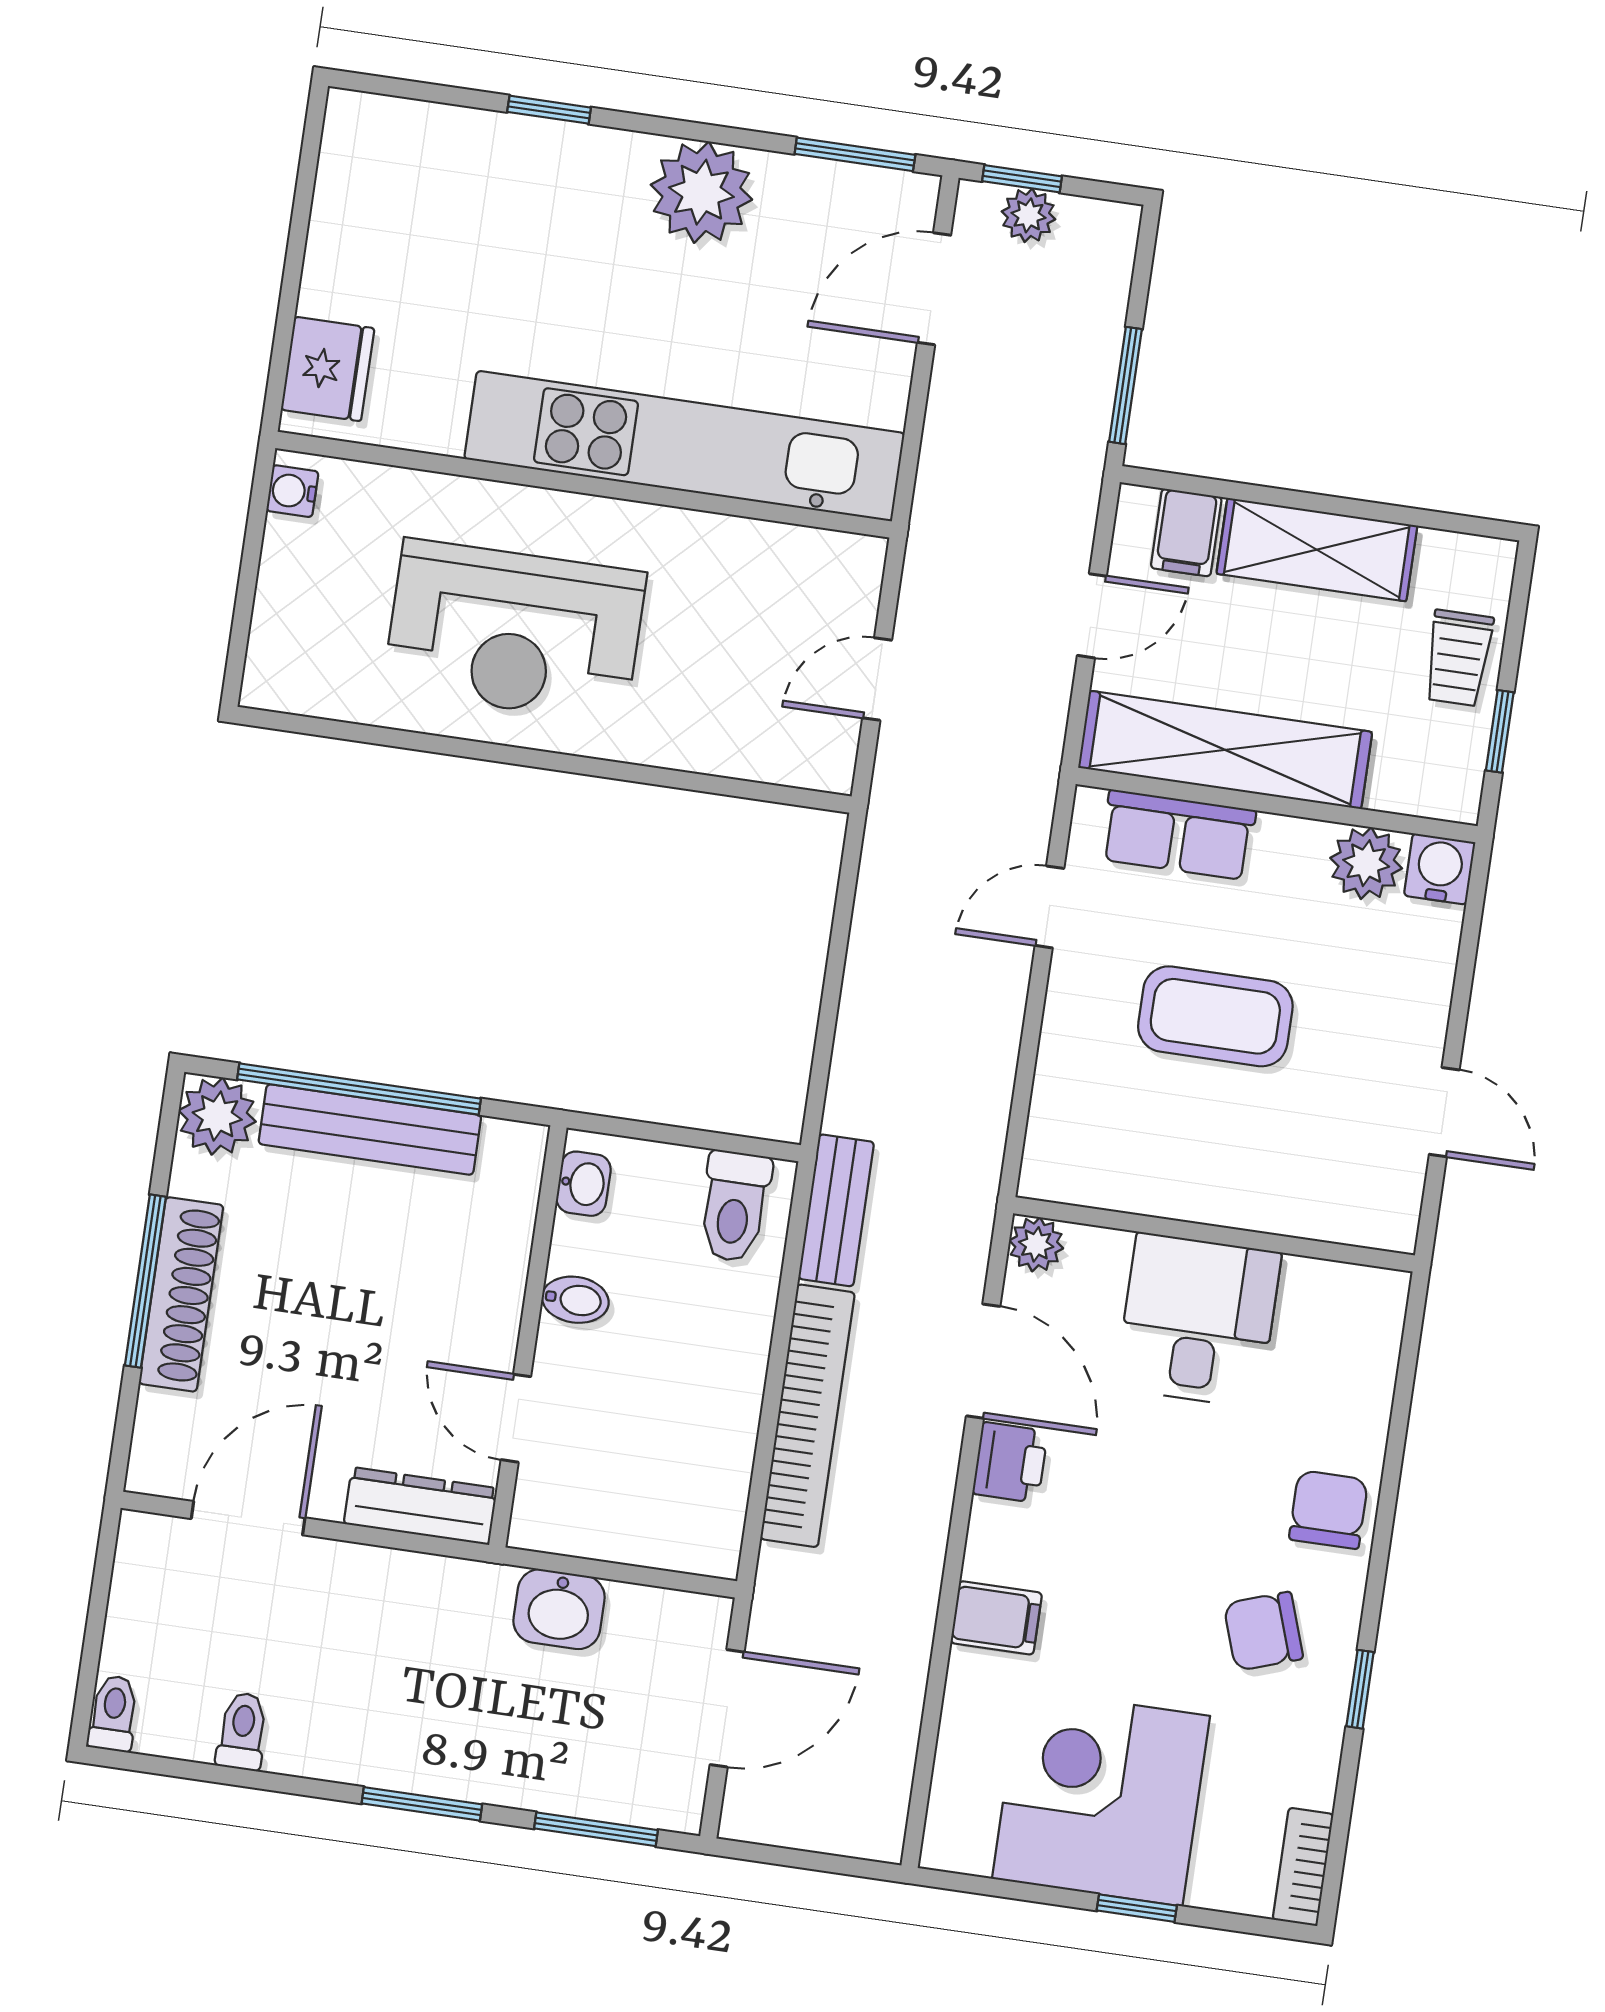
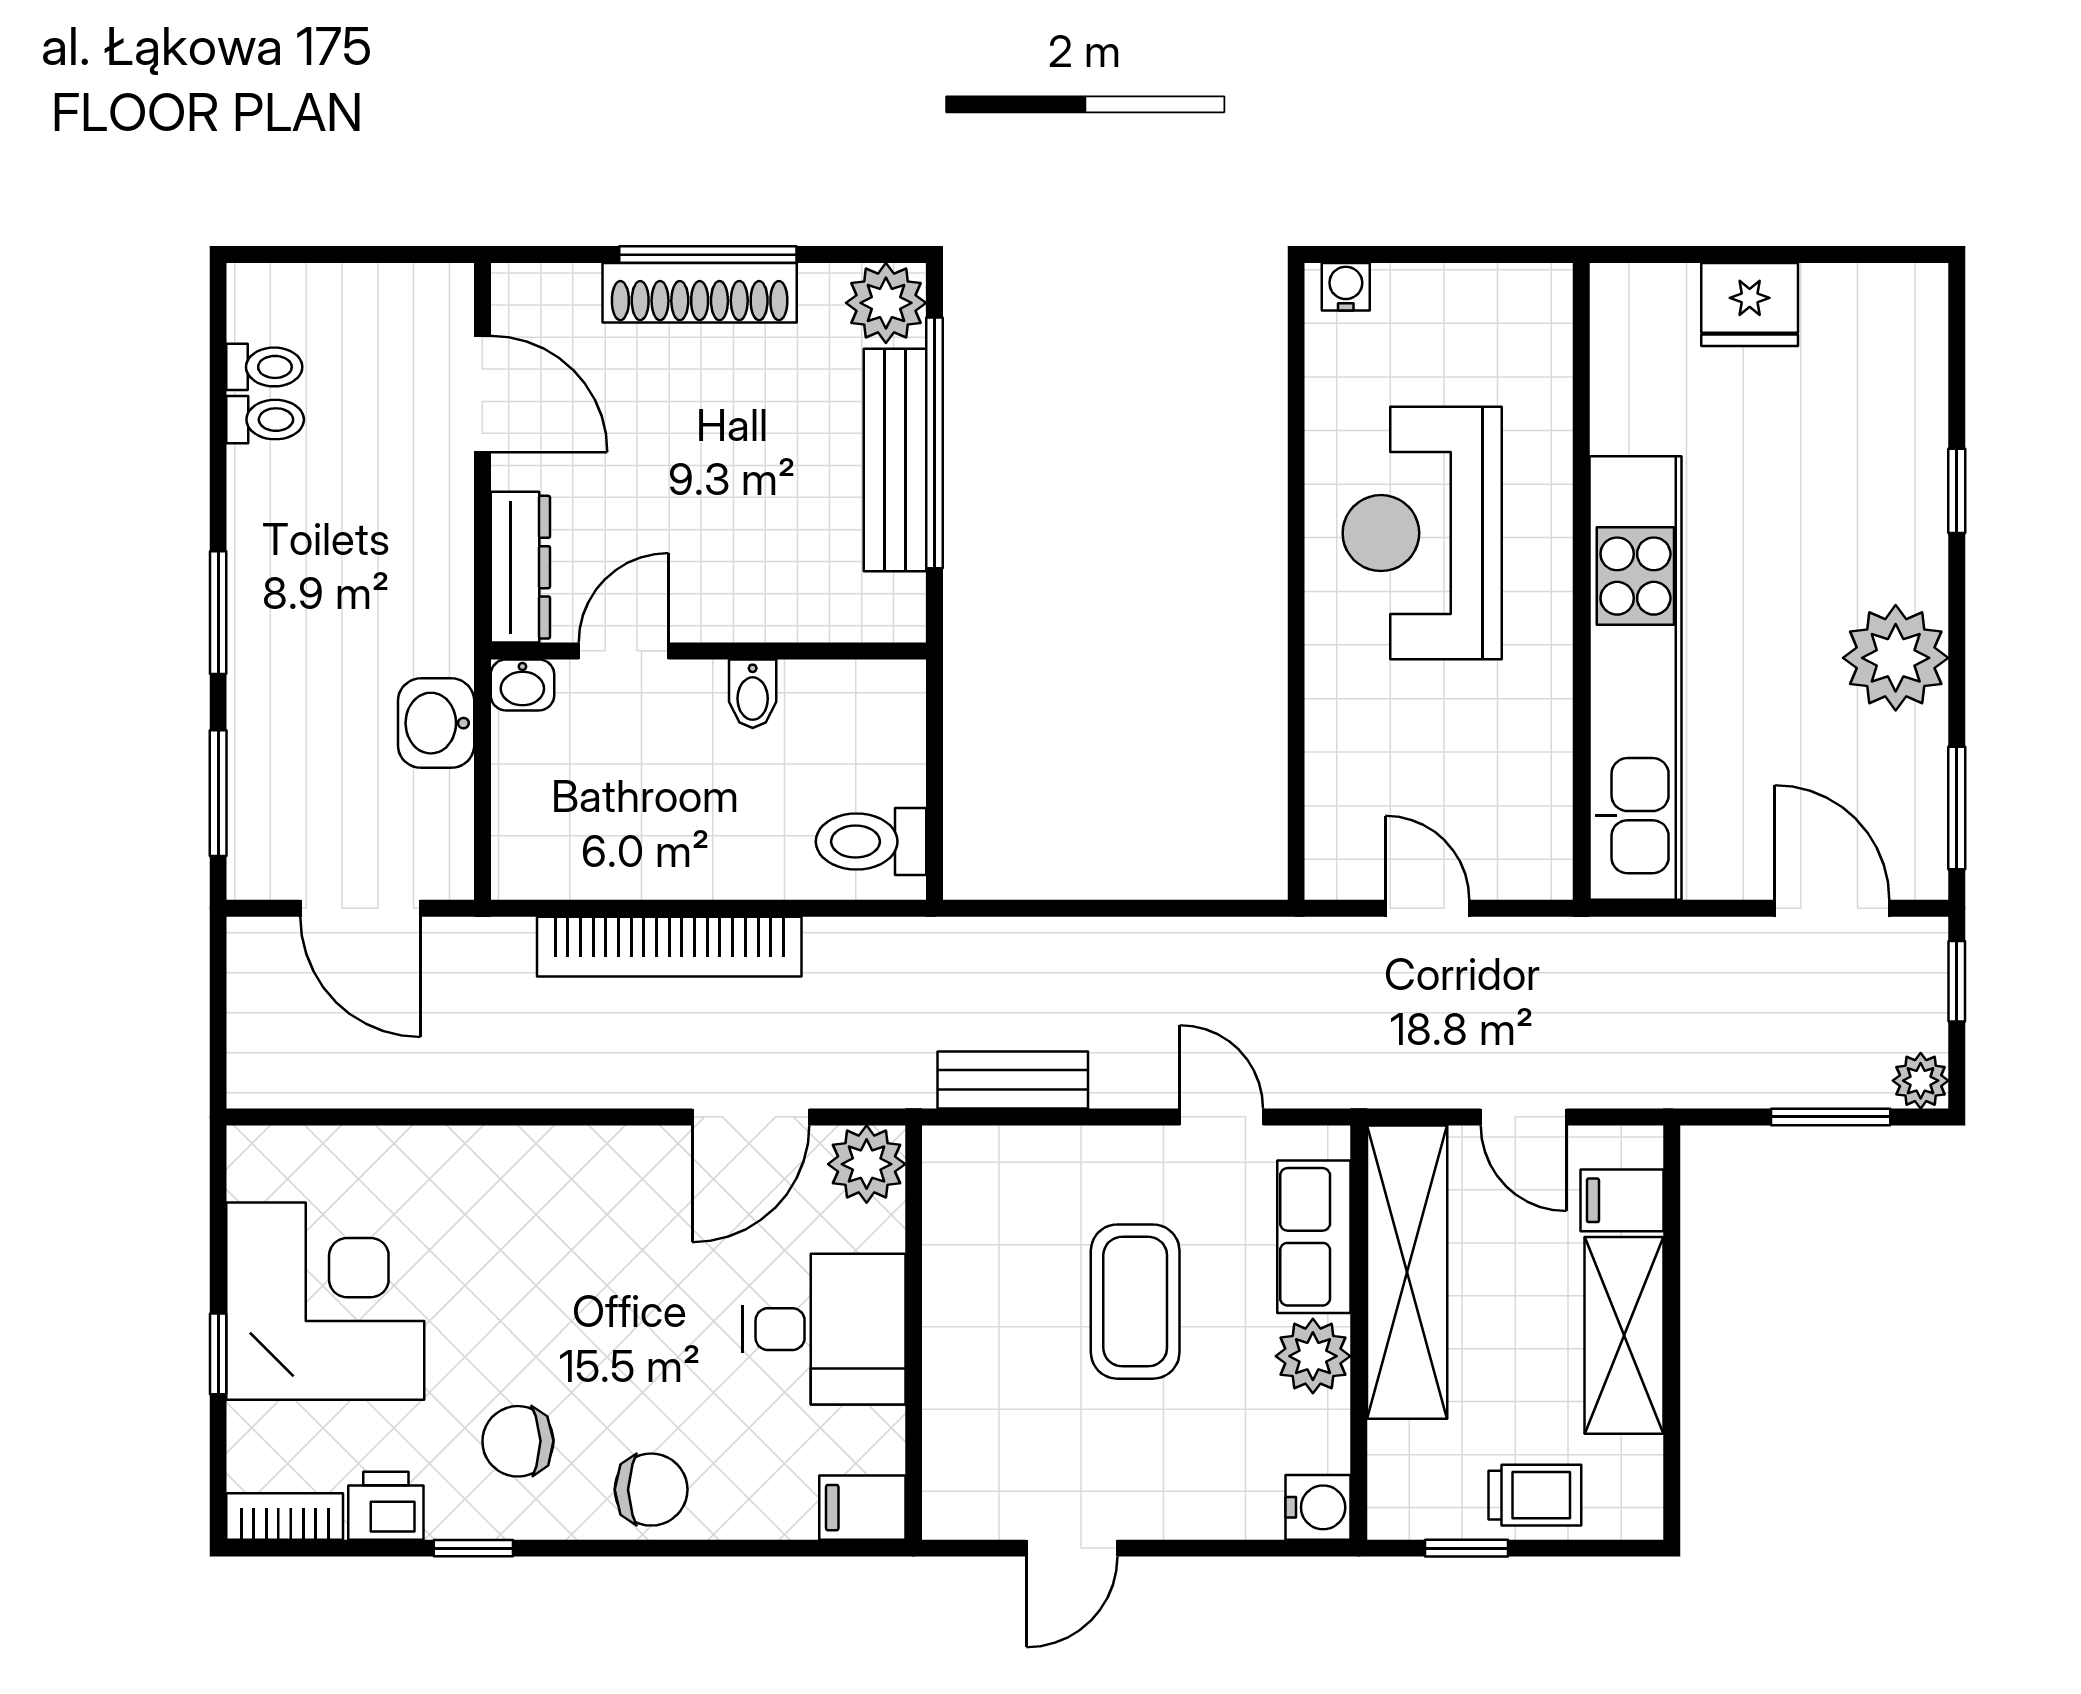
plant: (1028, 215) -> (1921, 1081), moved
fridge: (328, 369) -> (1750, 304), moved
window: (1126, 385) -> (1831, 1117), moved
water cooler: (292, 491) -> (1346, 287), moved
trolley: (1458, 658) -> (1535, 1495), turned 180
plant: (1366, 863) -> (1313, 1356), moved
washbasin: (584, 1184) -> (522, 685), moved
bench: (836, 1210) -> (1013, 1080), moved
plant: (1036, 1244) -> (867, 1164), width x1.38, depth x1.38
printer: (1010, 1462) -> (386, 1506), moved, turned 180
filing cabinet: (996, 1618) -> (862, 1508), moved, turned 90
chair: (1263, 1631) -> (518, 1441), turned -72
toilet: (113, 1713) -> (264, 367), moved

